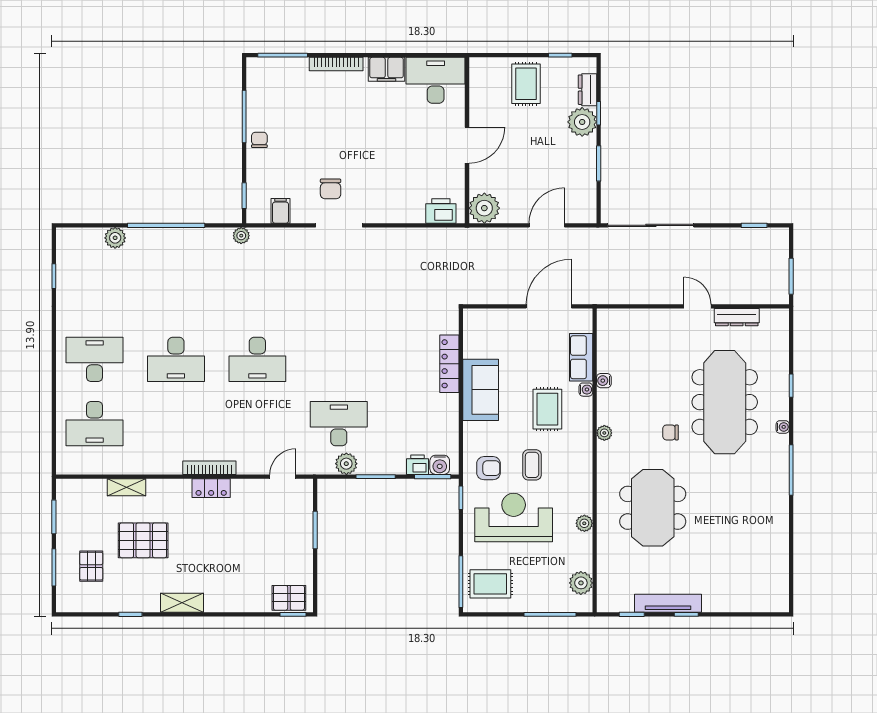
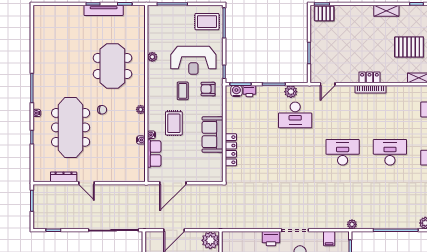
printer: (441, 211) -> (271, 239), moved
plant: (581, 583) -> (154, 22), removed

